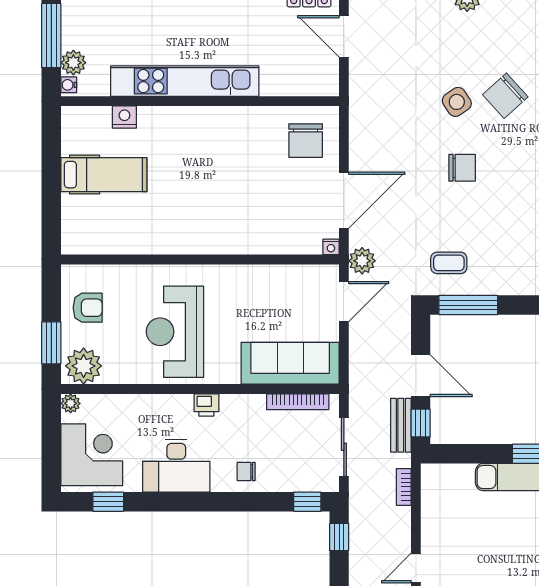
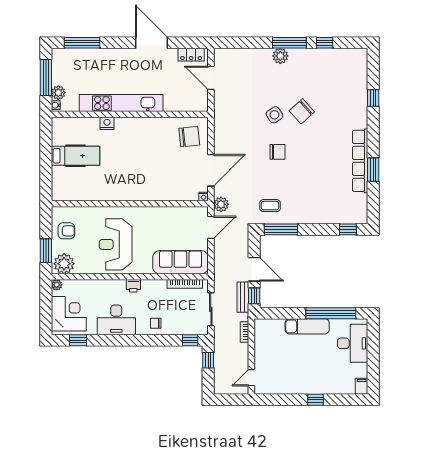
nightstand: (124, 117) -> (107, 123), moved
chair: (306, 141) -> (189, 137), turned -96

